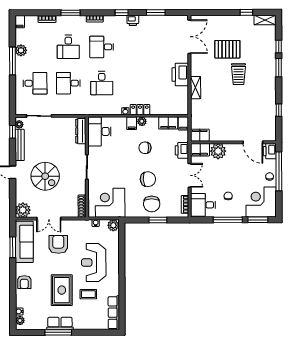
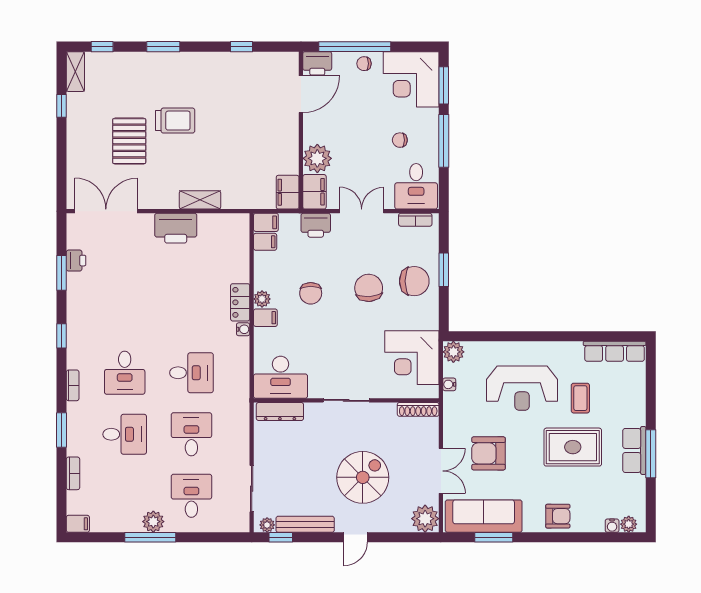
printer: (133, 20) -> (76, 261), moved
window: (279, 46) -> (102, 47), moved
plant: (21, 50) -> (153, 522), moved
desk: (68, 83) -> (191, 434), turned 180
filing cabinet: (168, 123) -> (265, 242), width x0.50

